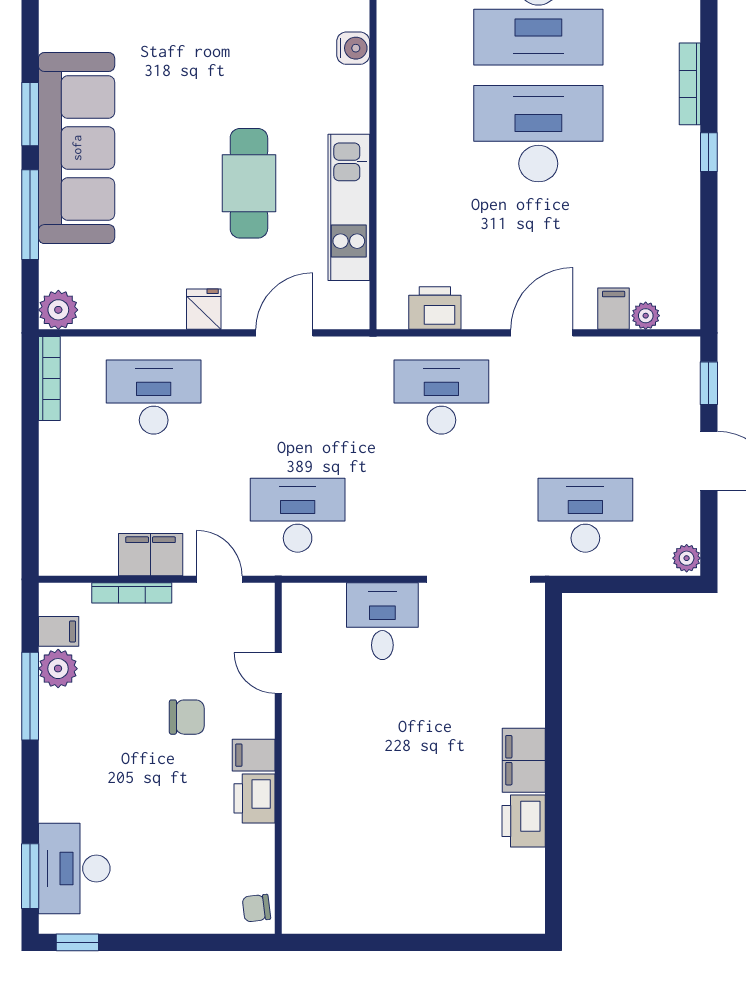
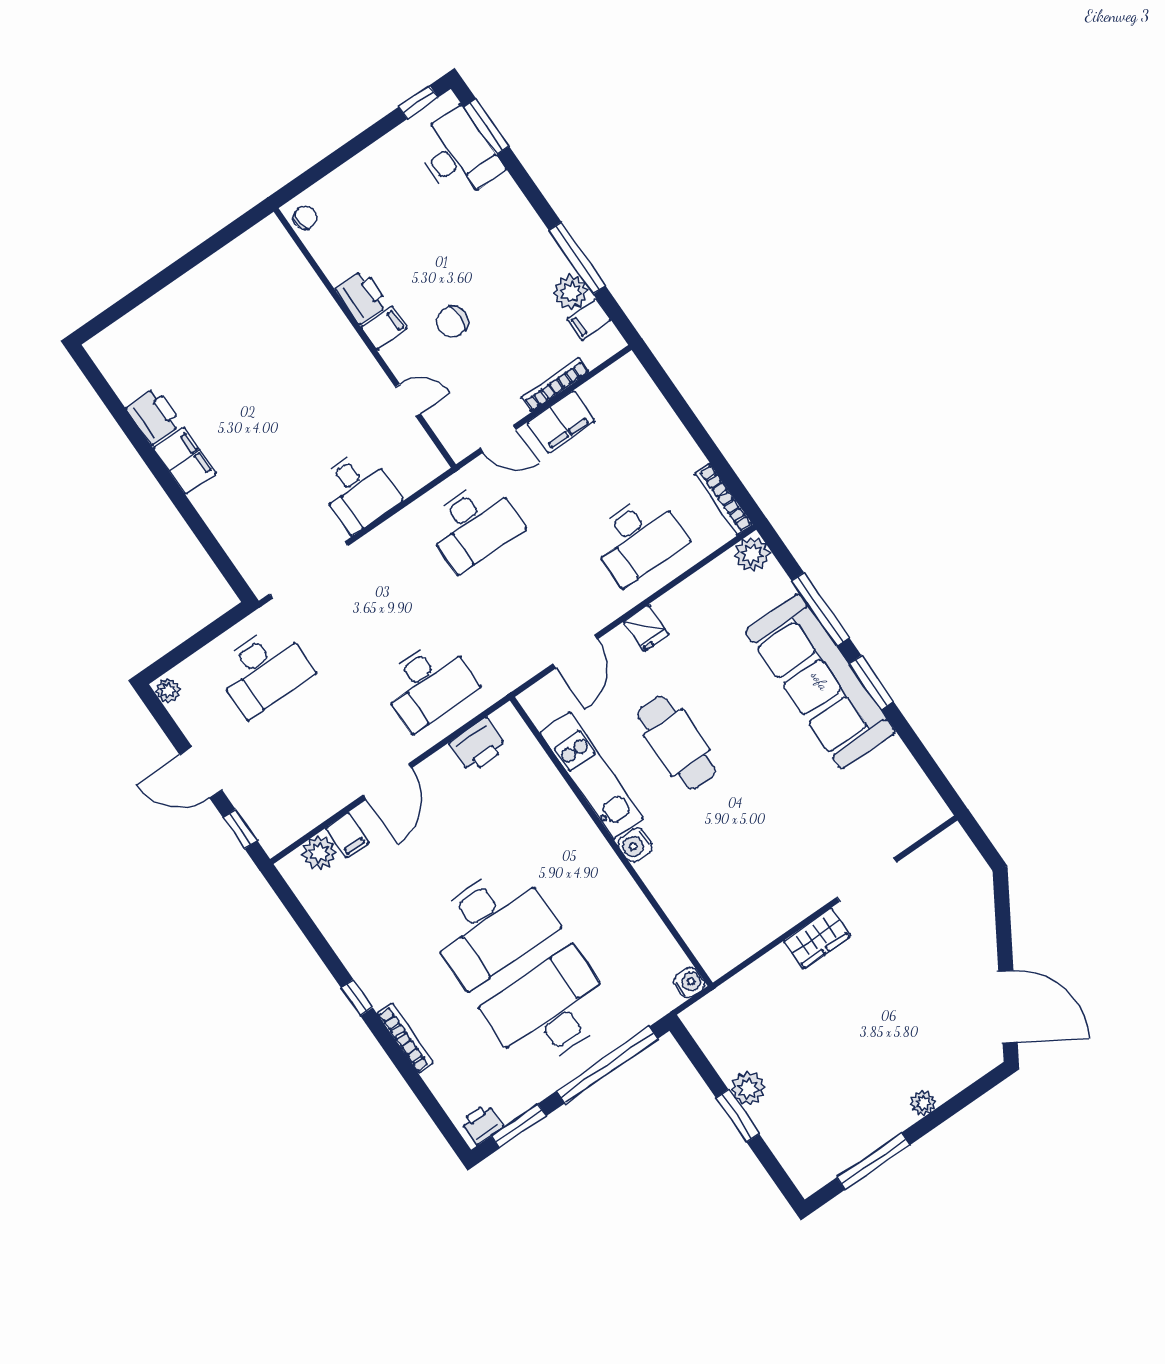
water cooler: (353, 48) -> (635, 845), moved
plant: (646, 316) -> (319, 853), width x1.38, depth x1.38

